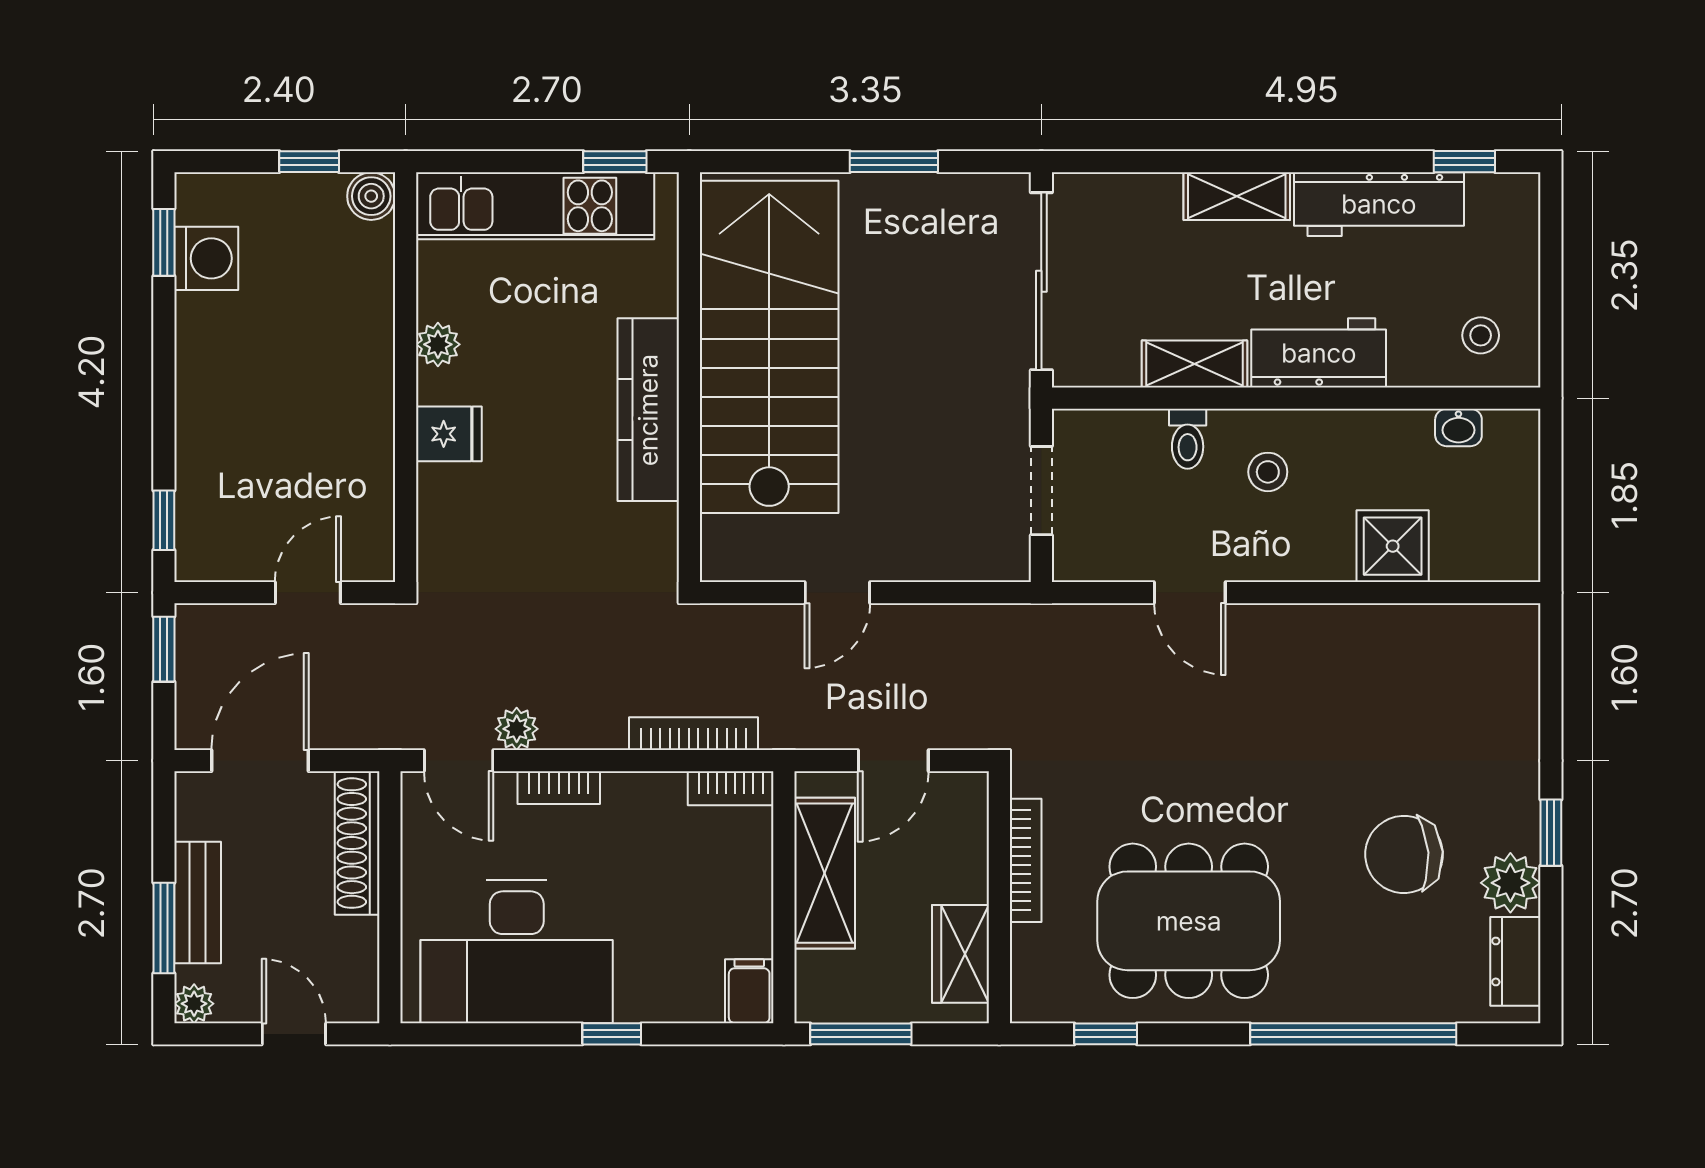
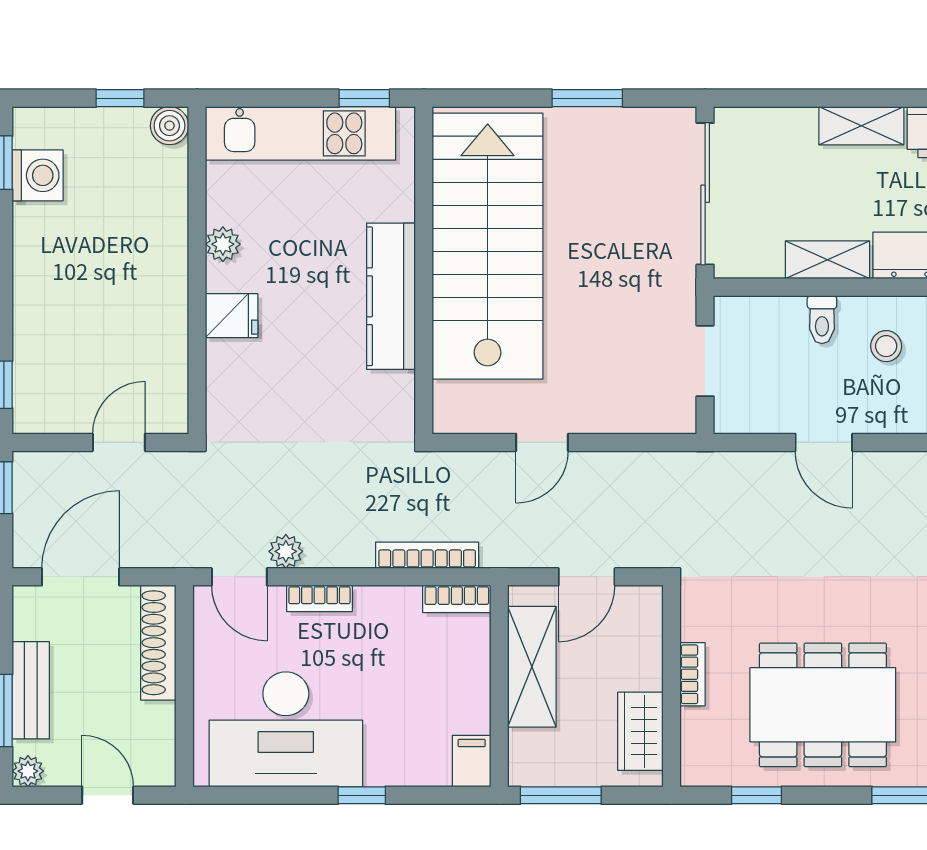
bookcase: (1026, 860) -> (692, 674), width x0.64

